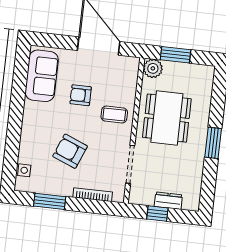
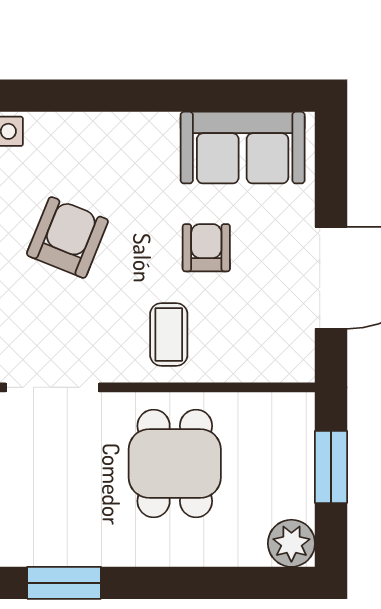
plant: (153, 68) -> (291, 543), moved
dining table: (167, 118) -> (175, 463), width x0.73
window: (213, 143) -> (64, 583), moved

